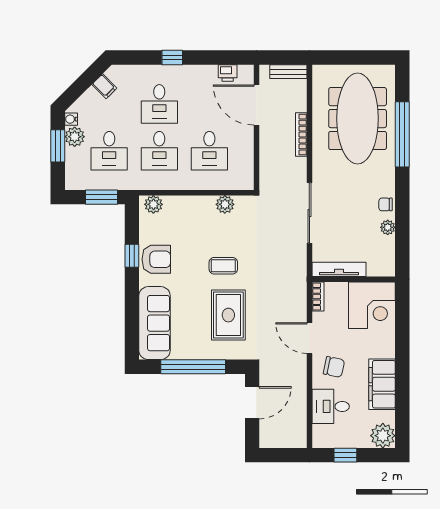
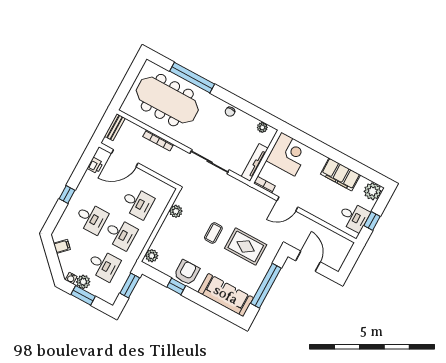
plant: (388, 227) -> (262, 127), moved
chair: (334, 367) -> (313, 198), removed
desk: (331, 406) -> (354, 217), moved, turned -90

